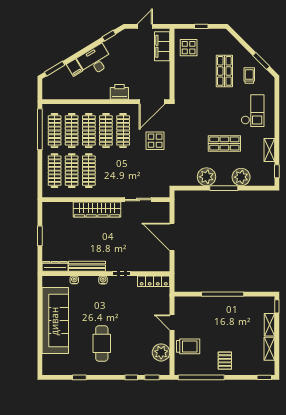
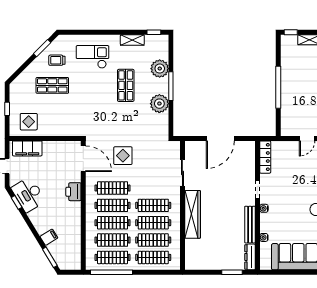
desk: (95, 60) -> (28, 194), moved
clothes rail: (106, 171) -> (153, 205), added
window: (40, 236) -> (232, 272), moved

